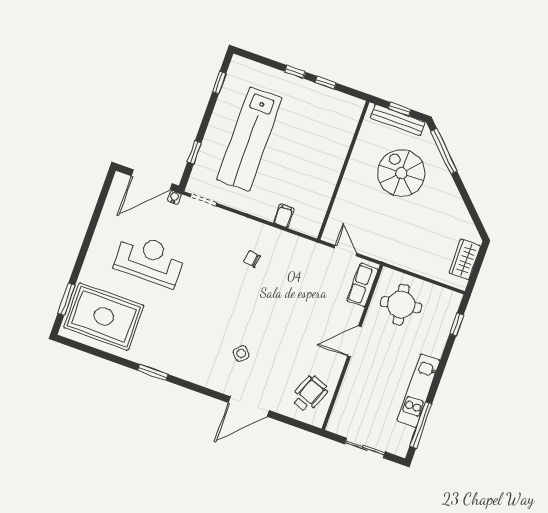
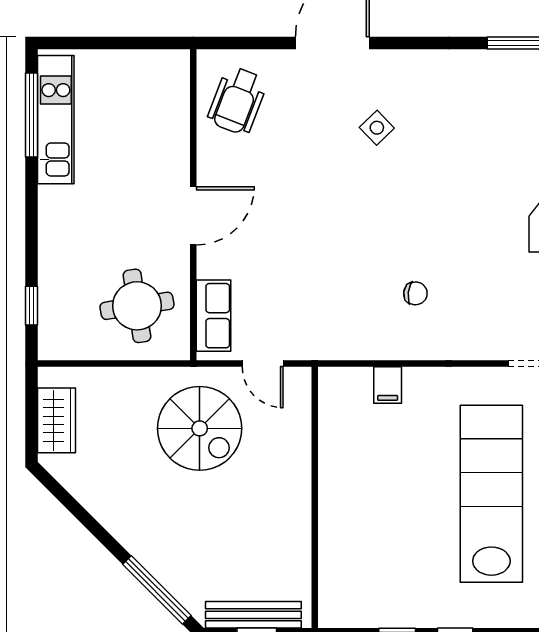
spiral stairs: (401, 173) -> (200, 428), moved
kitchen unit: (419, 391) -> (56, 120), moved
sliding door: (365, 448) -> (112, 43), removed

